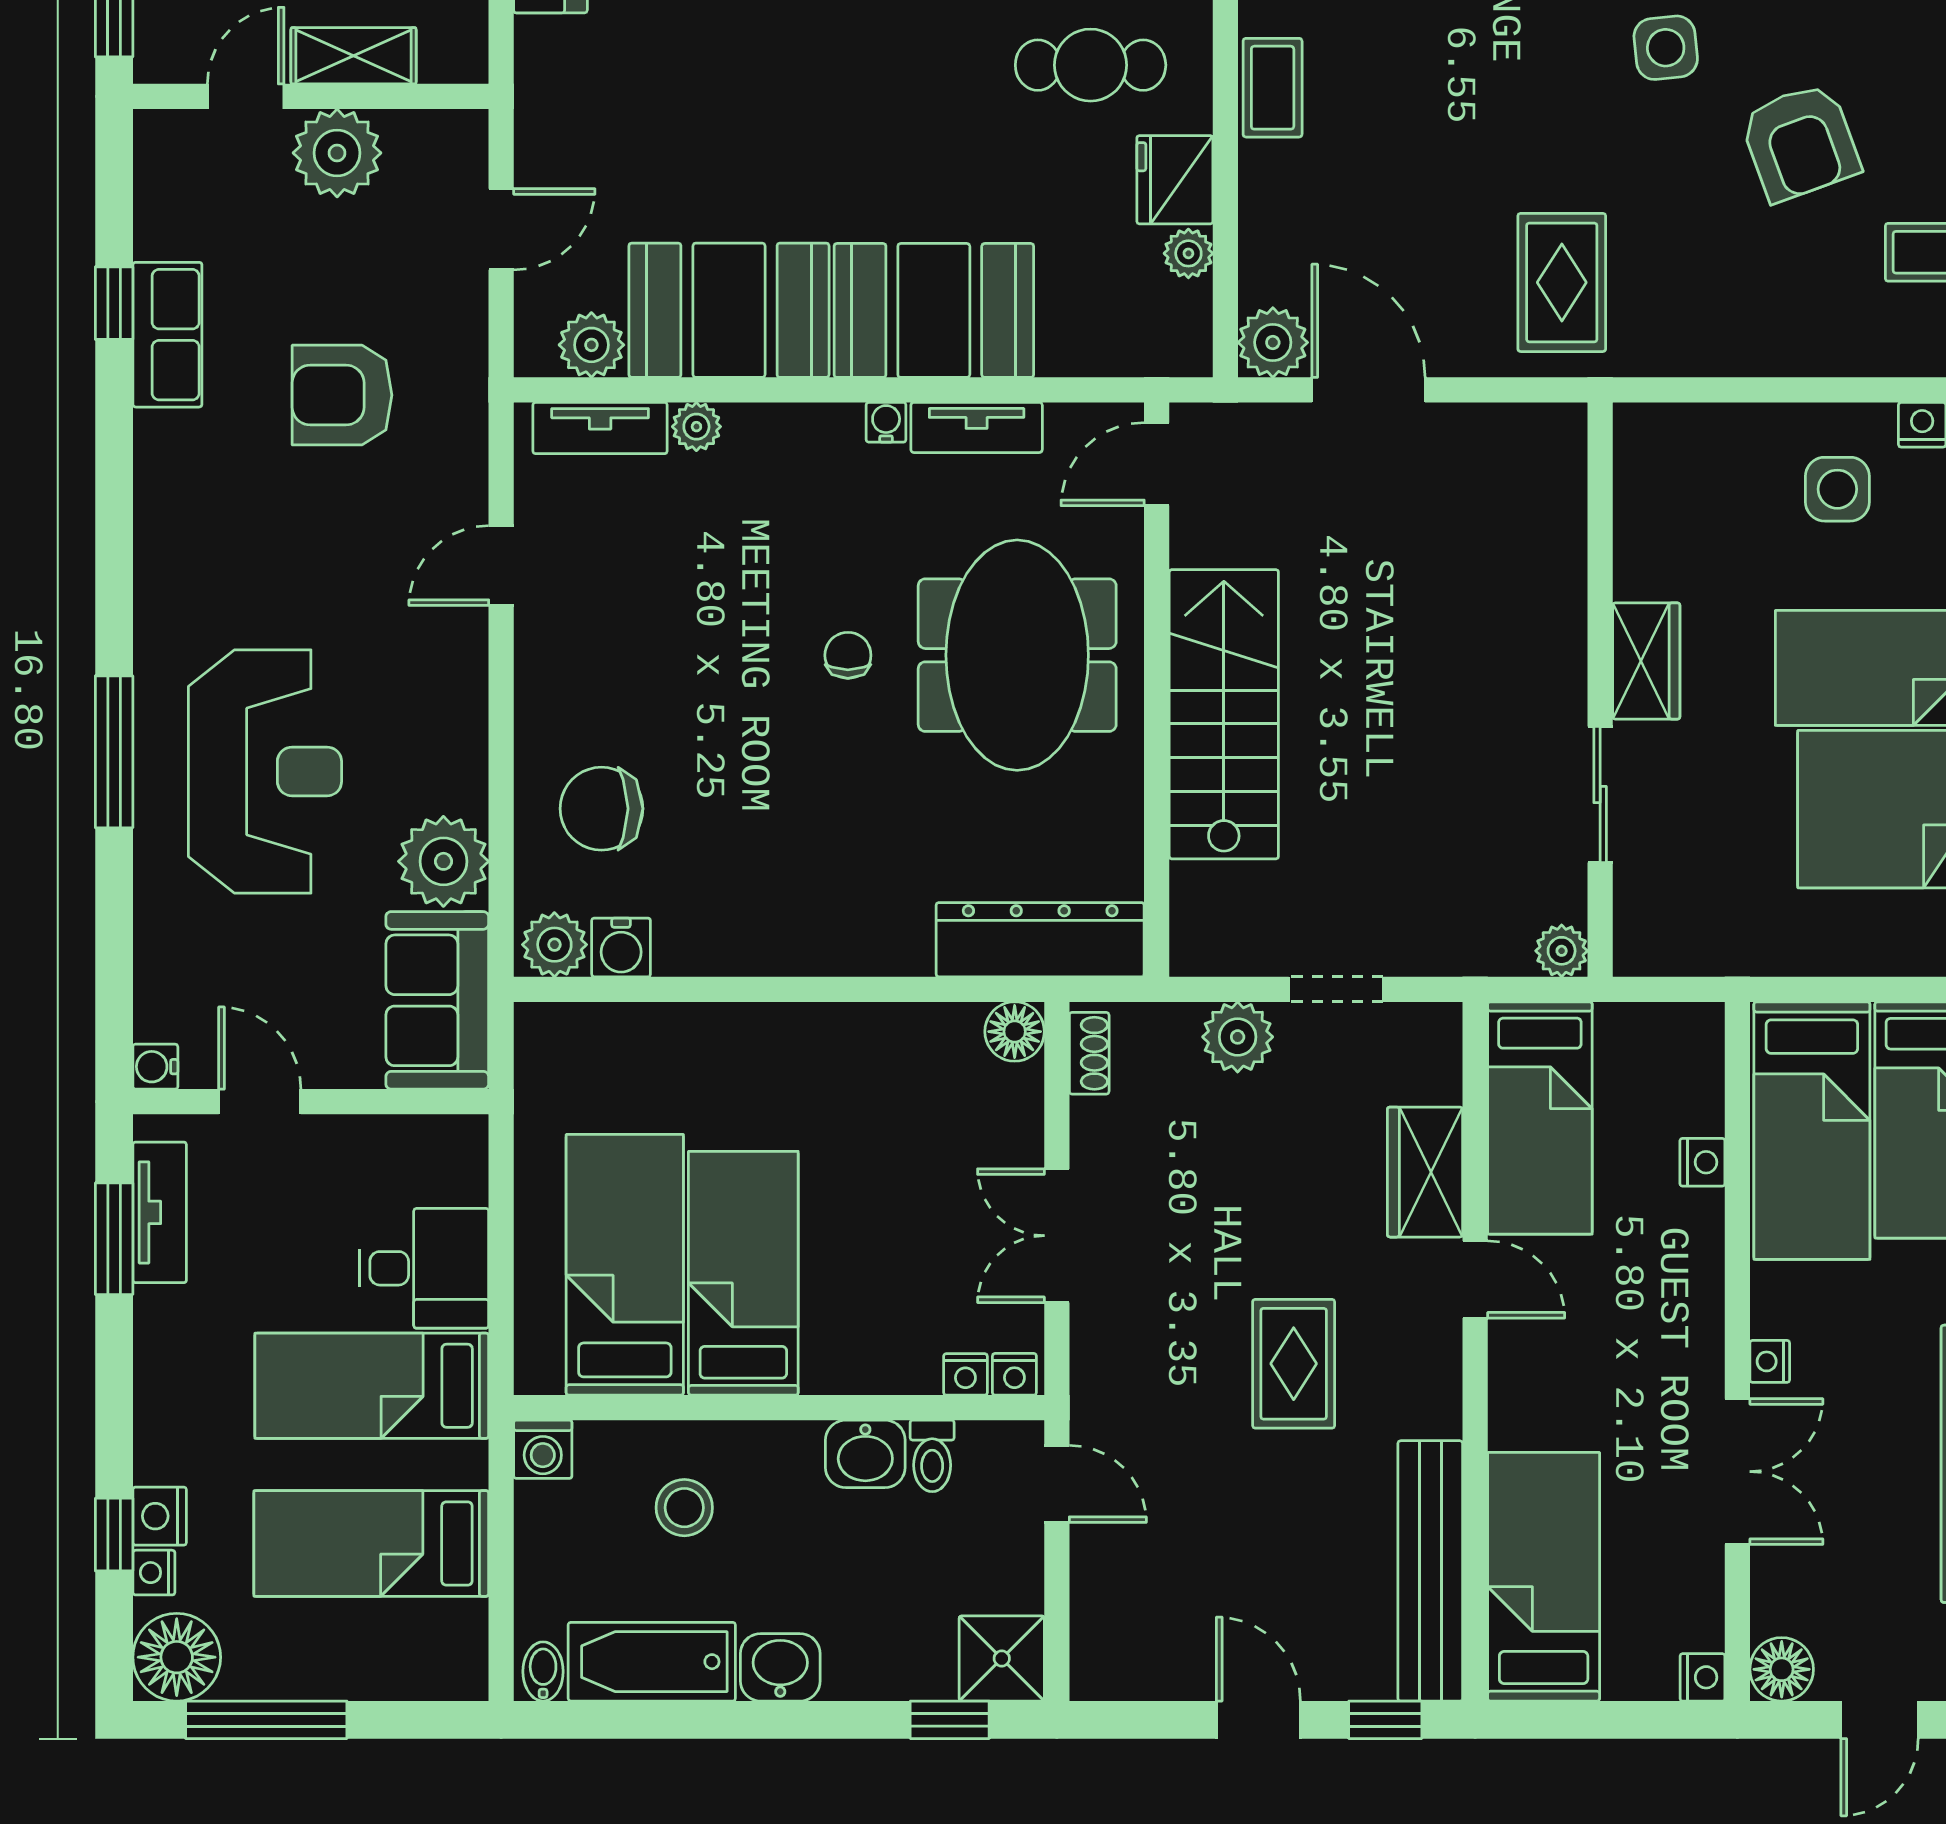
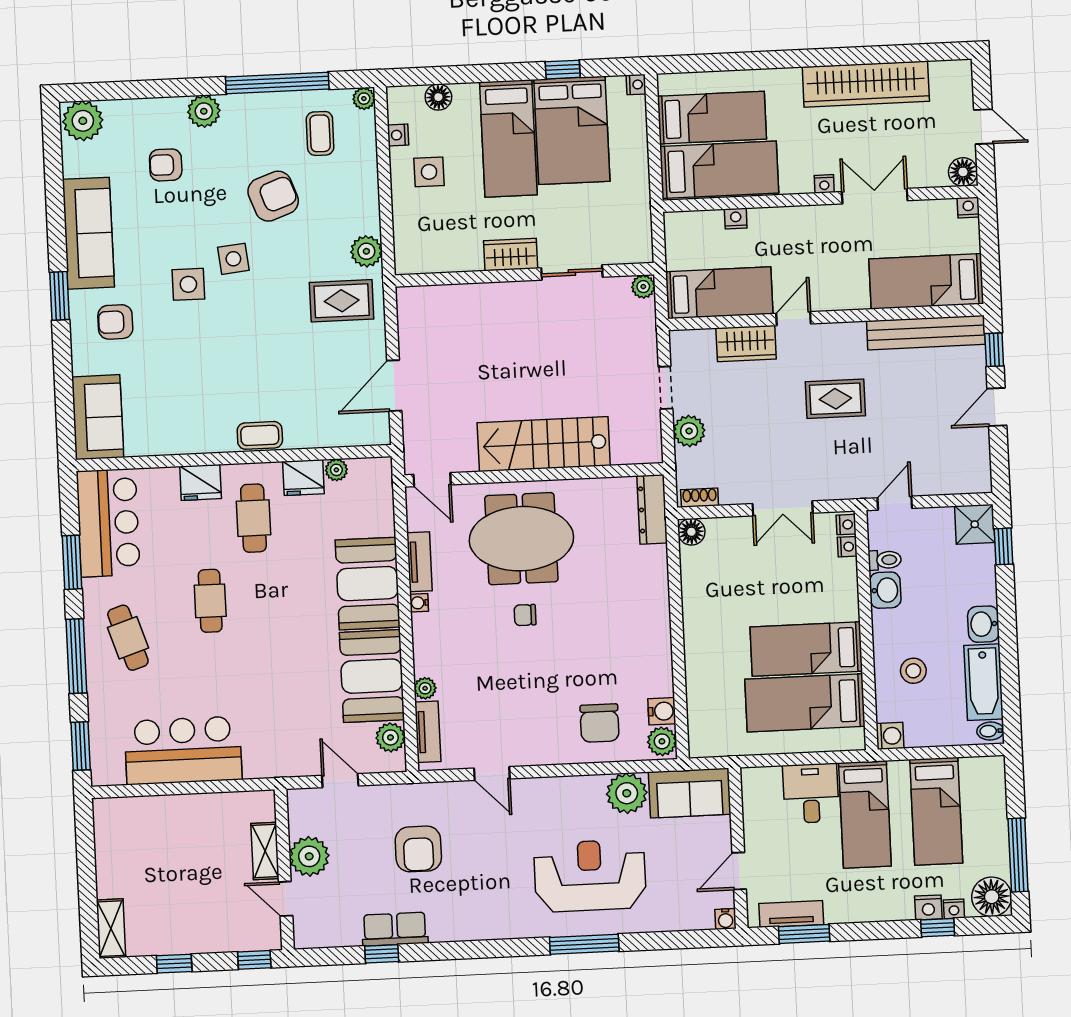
plant: (1273, 342) -> (366, 251), moved
dresser: (1040, 940) -> (652, 509), width x0.73, depth x0.80

